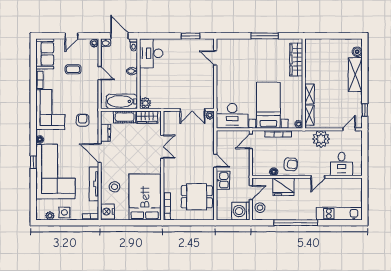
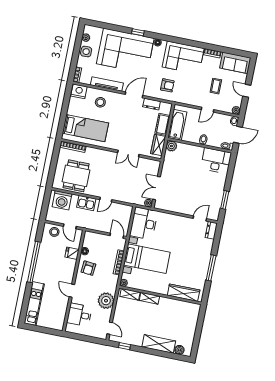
dresser: (225, 44) -> (211, 230), added
fridge: (284, 187) -> (72, 253), width x0.53, depth x0.75
bed: (145, 197) -> (85, 128), width x0.67
washing machine: (241, 211) -> (62, 200), moved, turned 180

